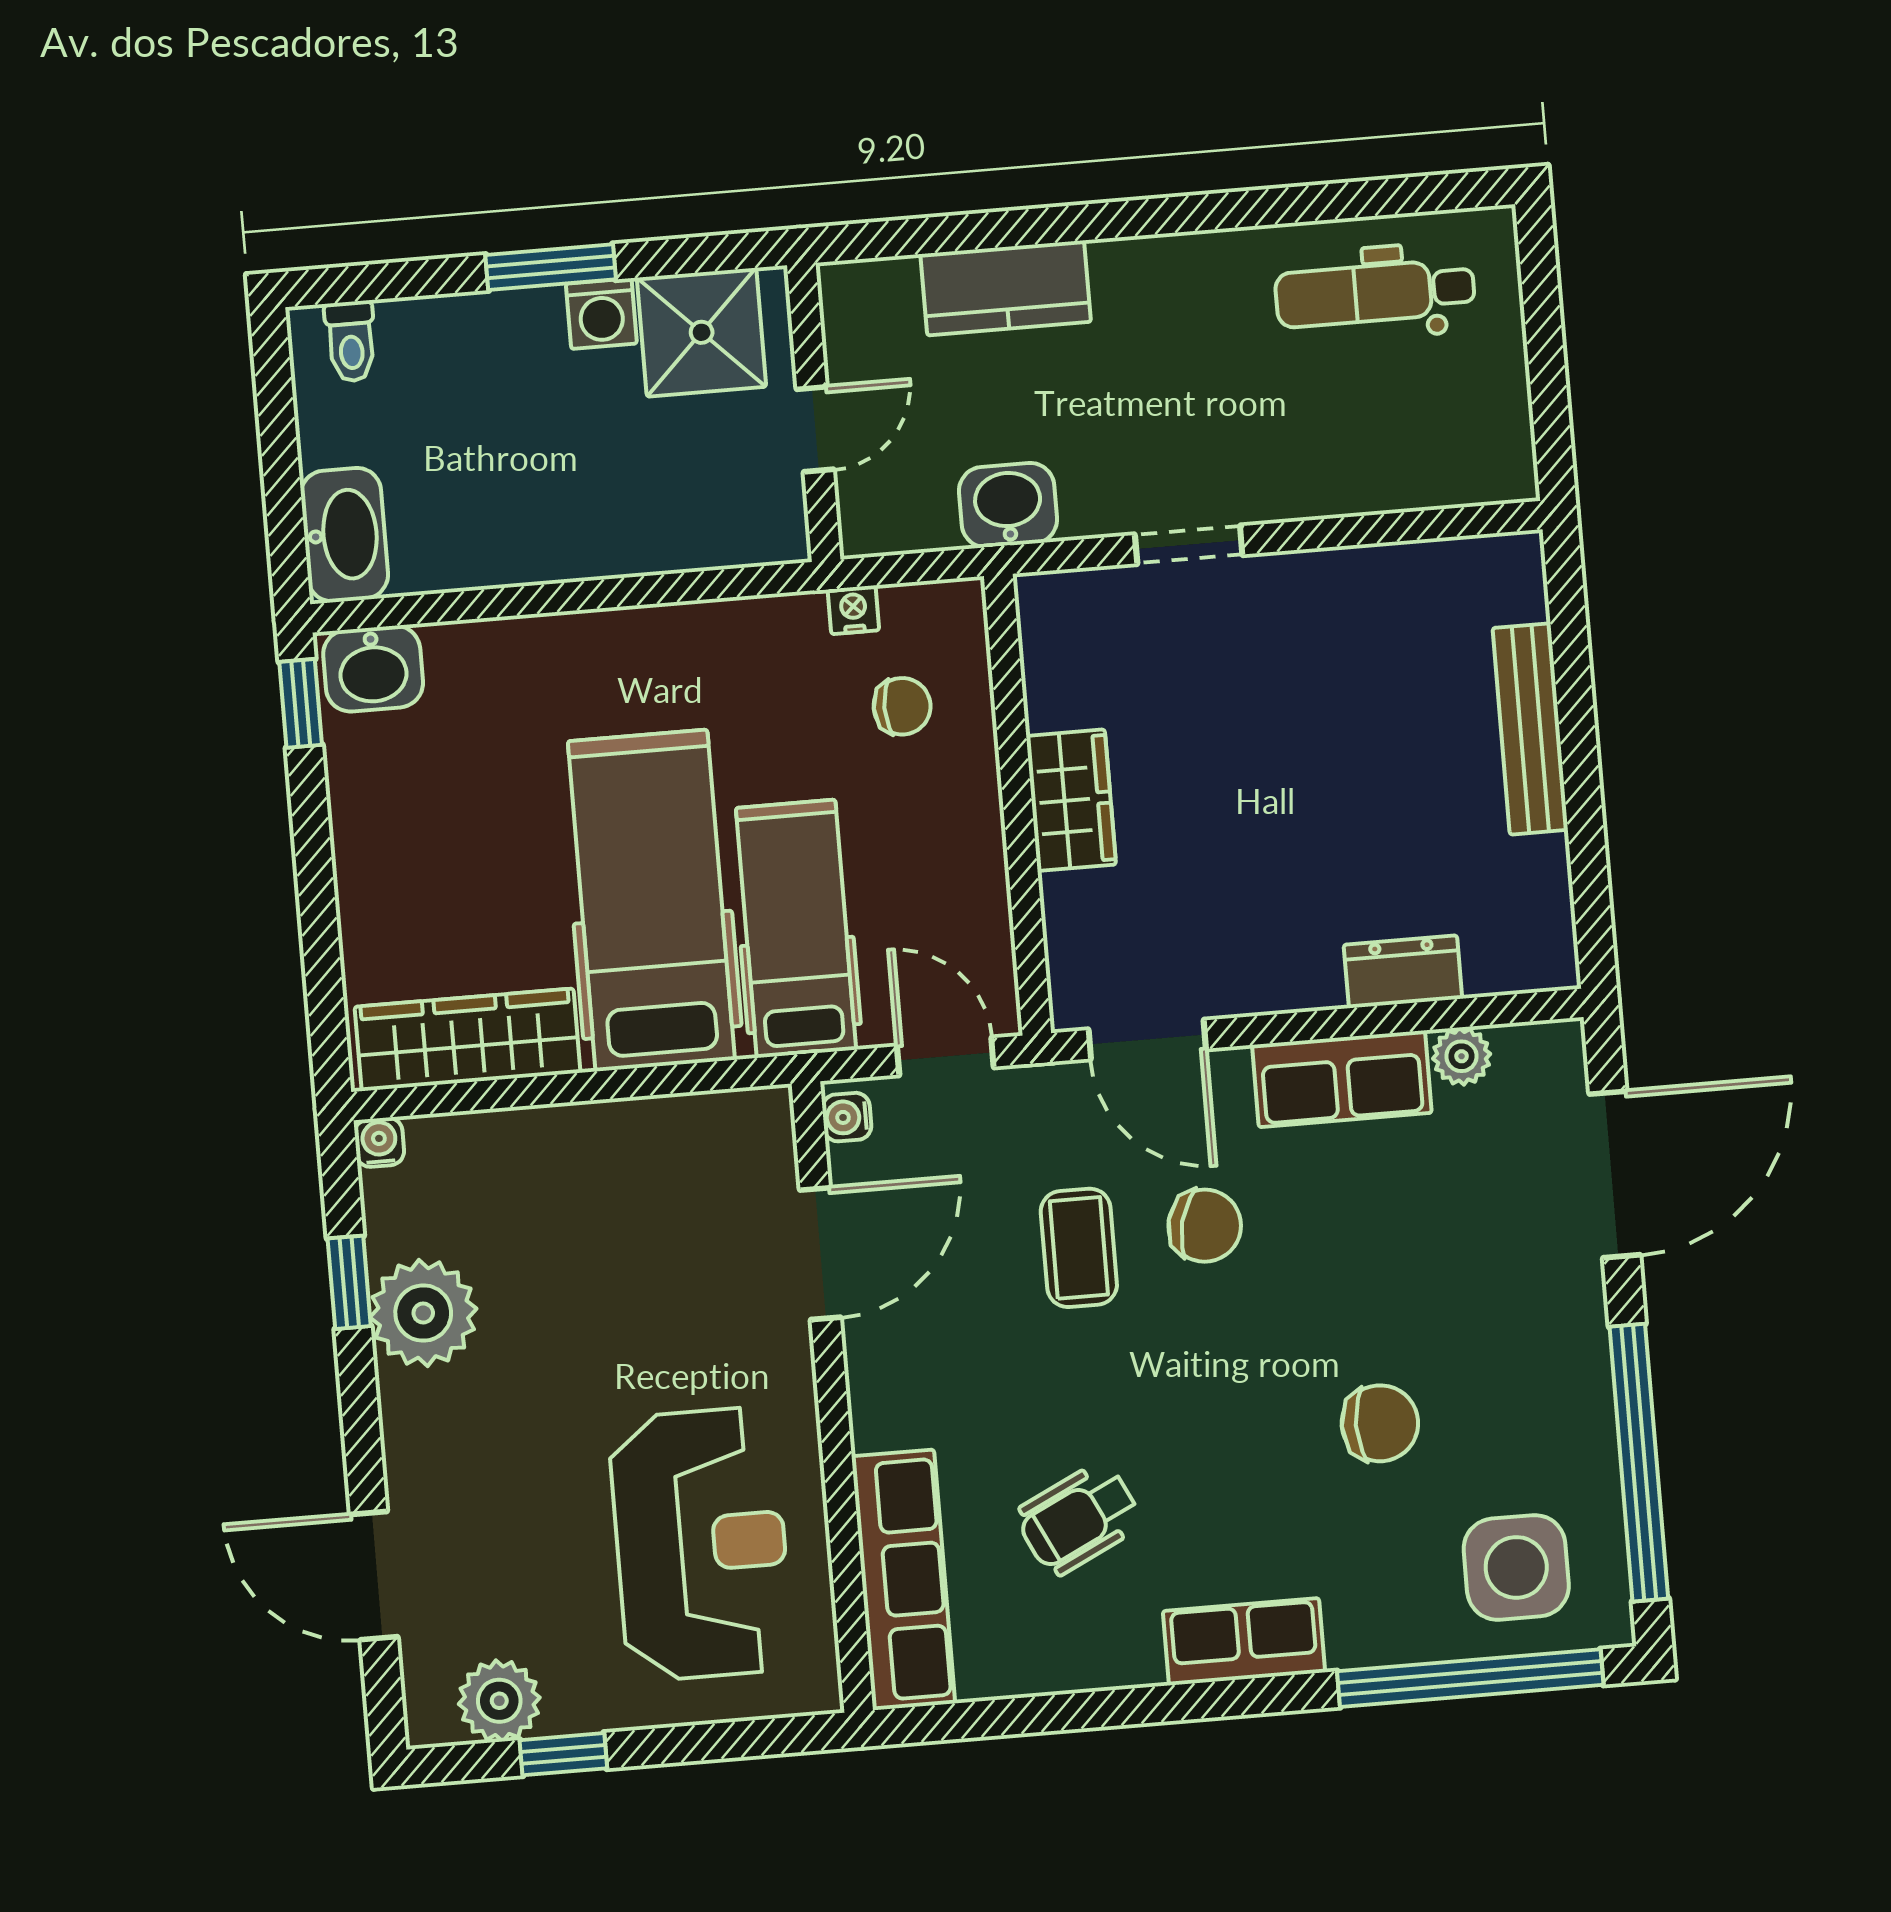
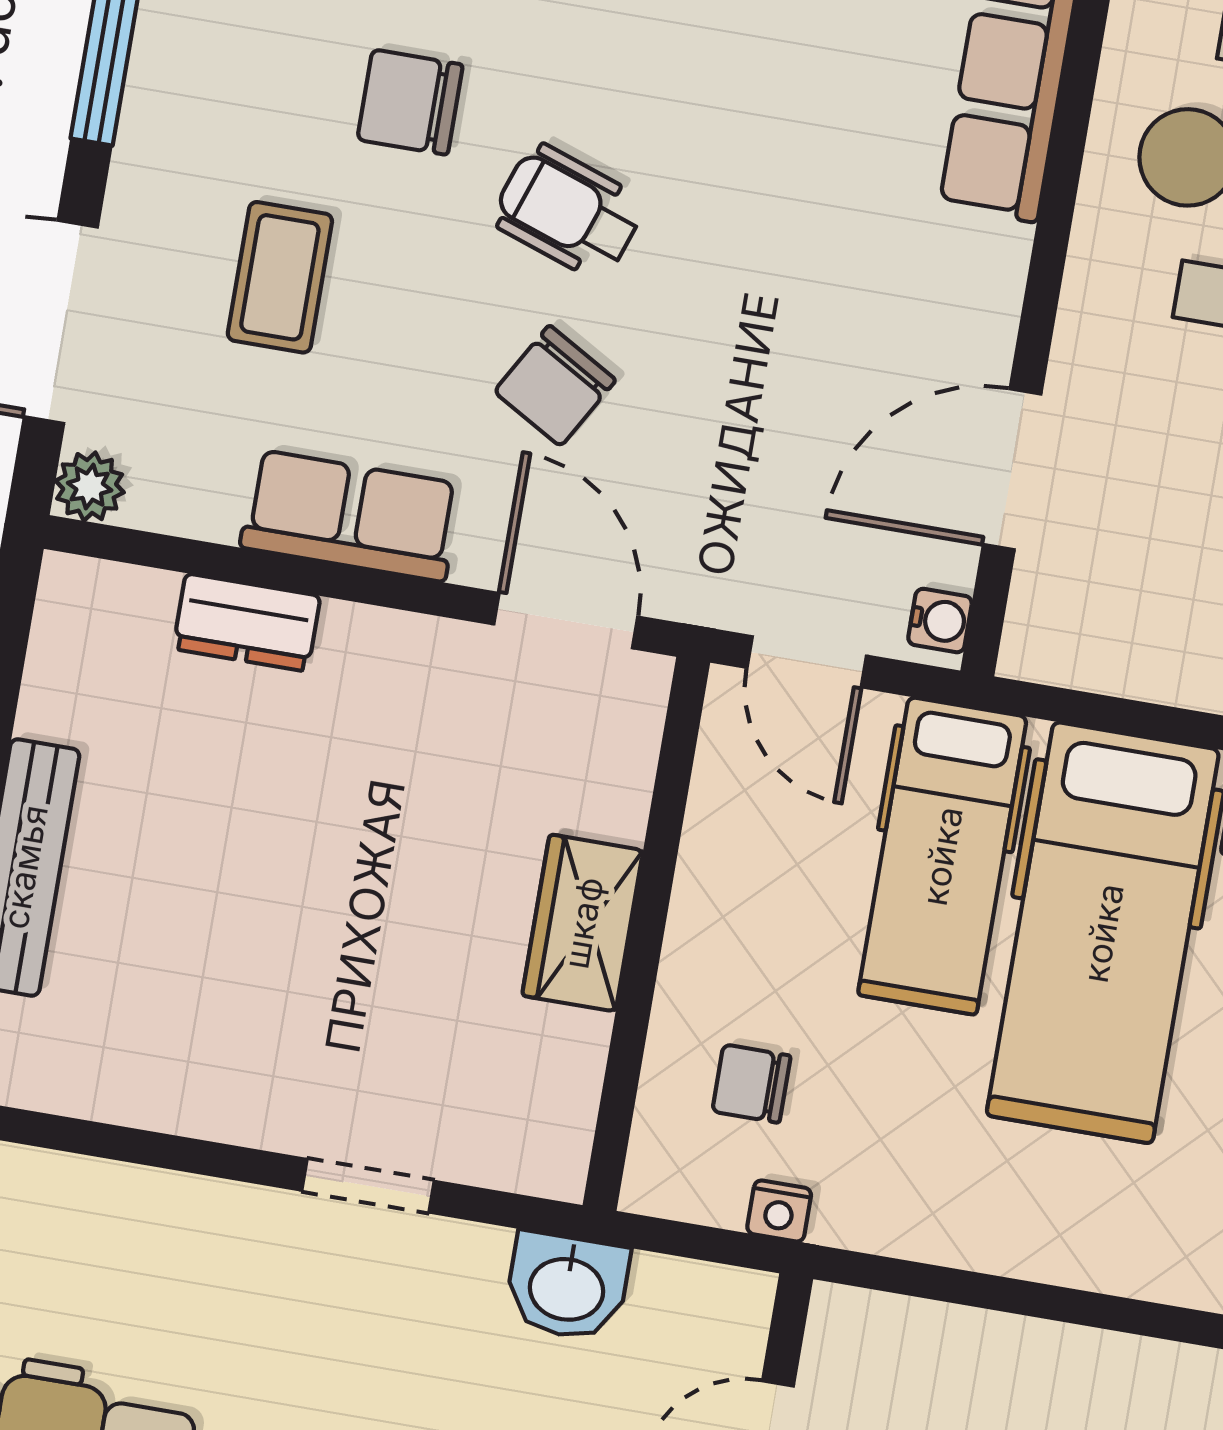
plant: (1462, 1056) -> (90, 487), moved
chair: (1205, 1226) -> (555, 386), turned -74
coffee table: (1079, 1248) -> (280, 277), moved
wheelchair: (1079, 1519) -> (568, 211), moved, turned -135

